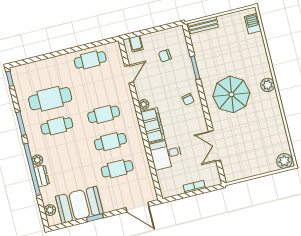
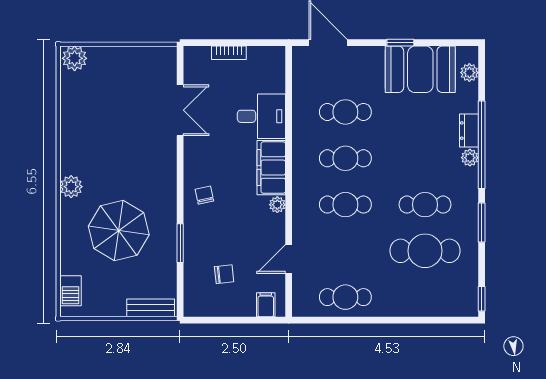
parasol: (231, 94) -> (119, 231), moved

